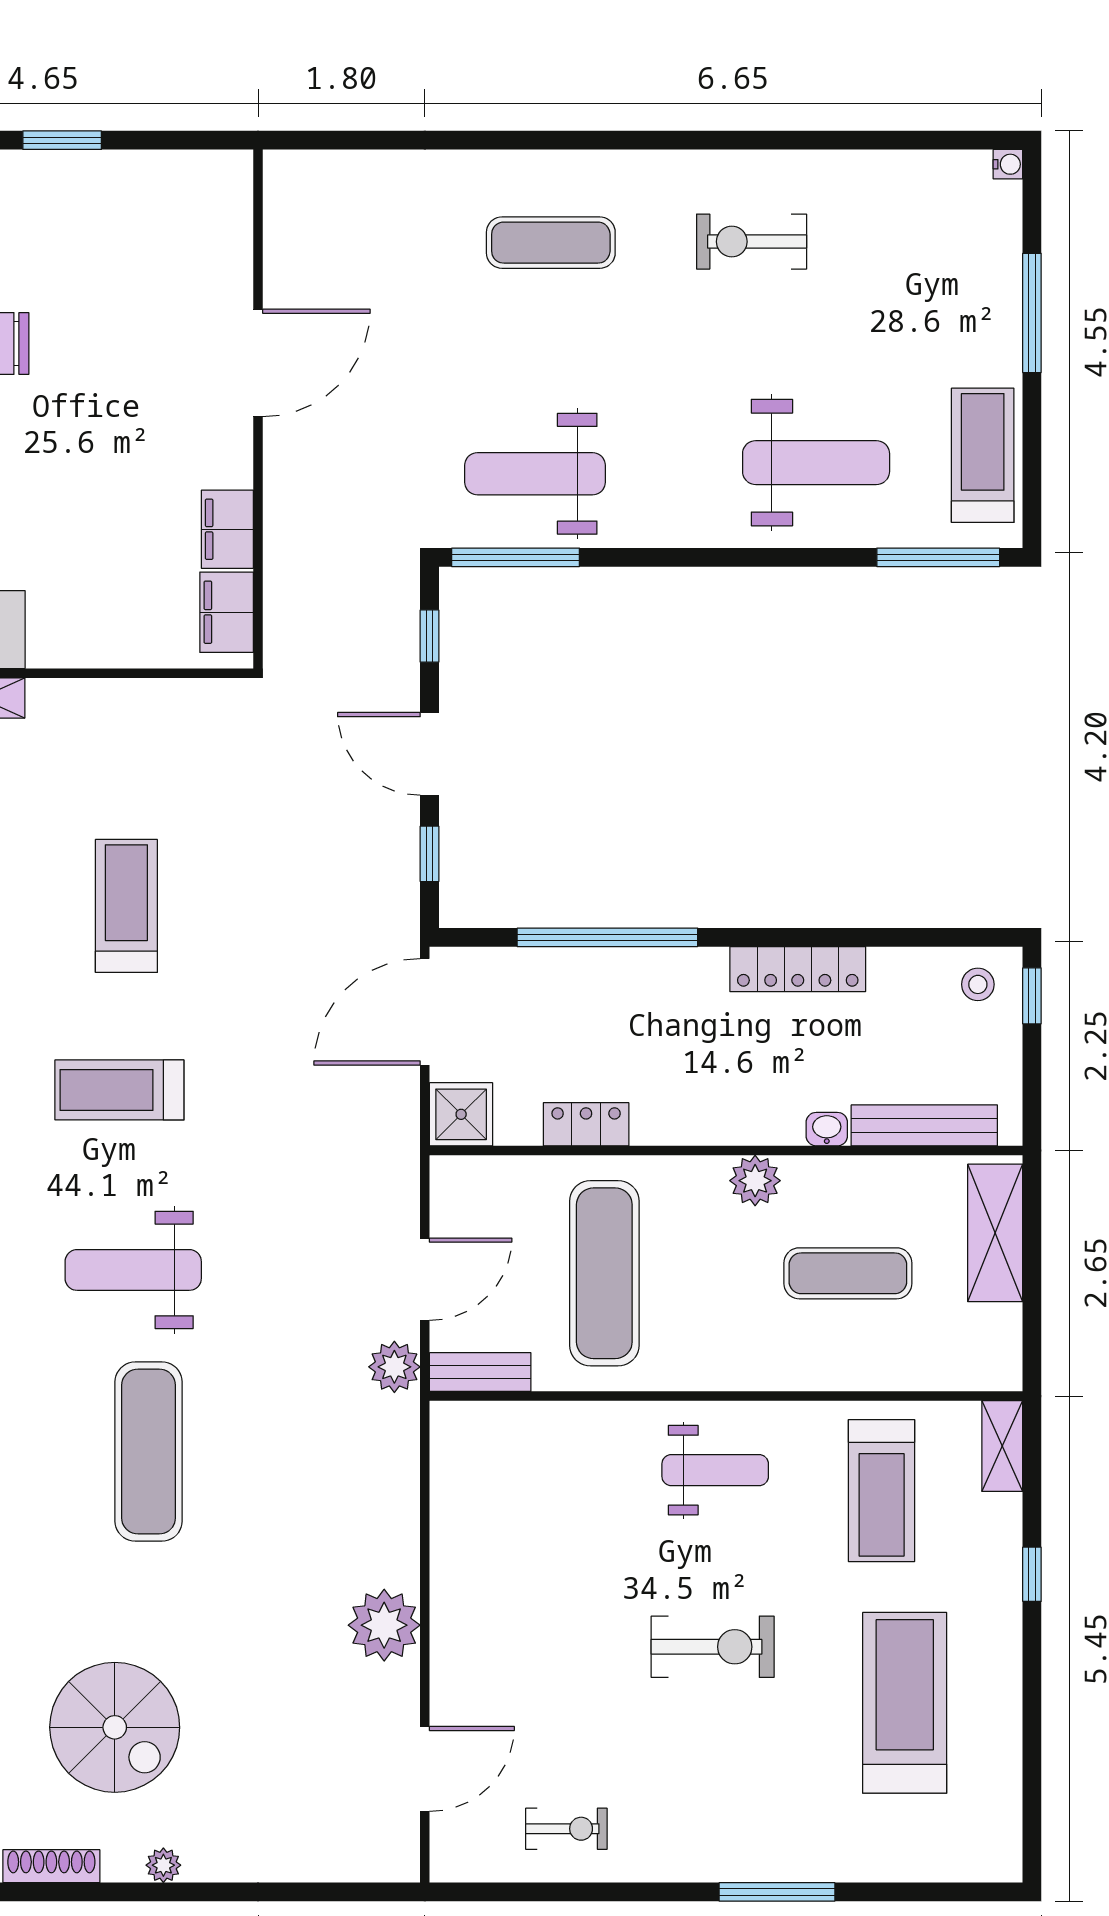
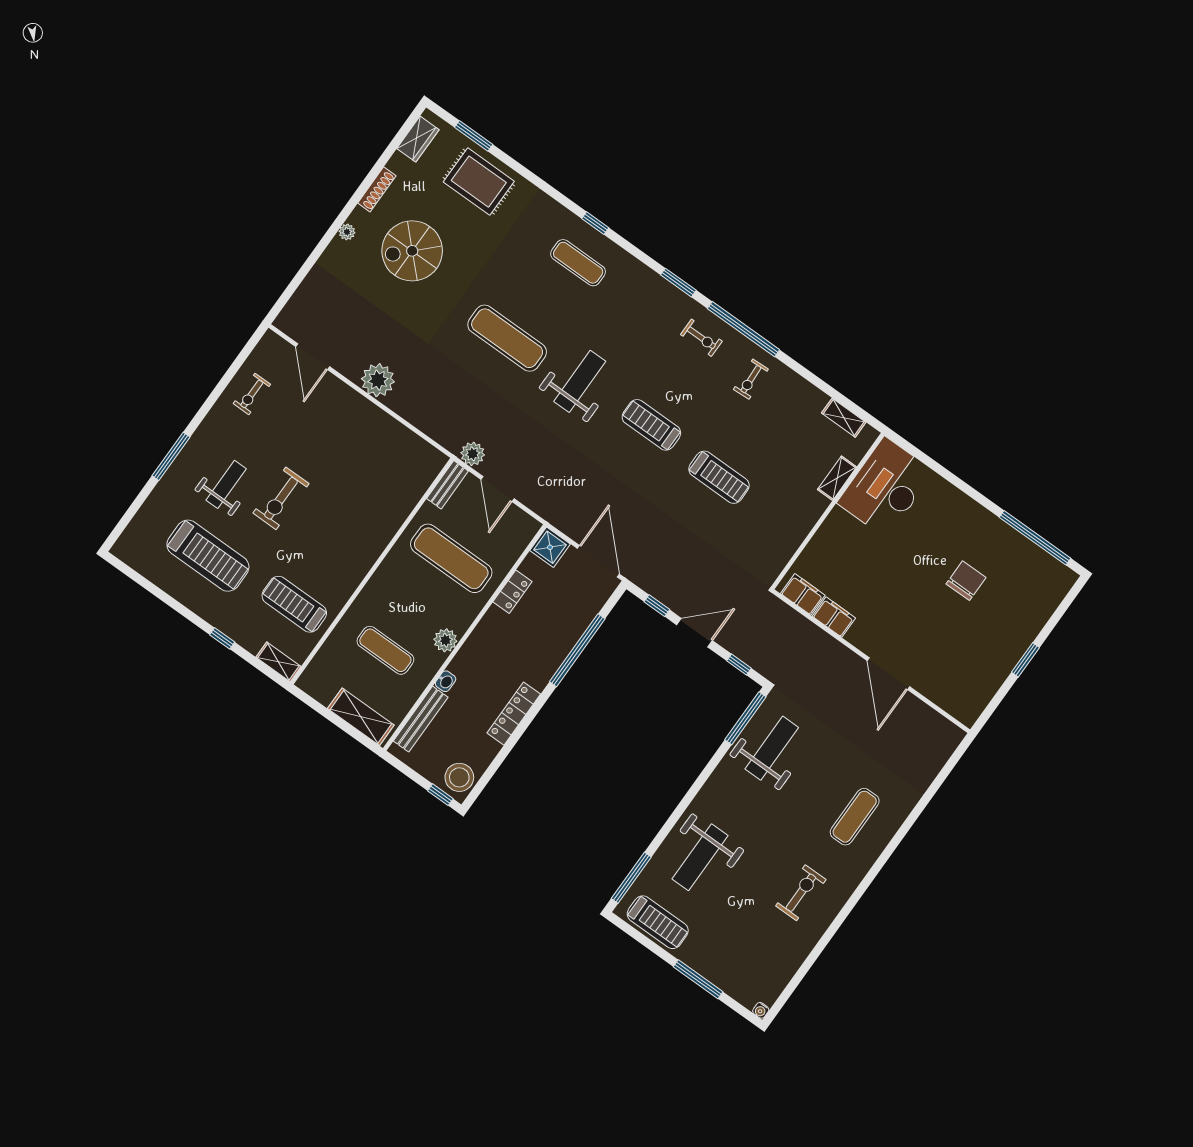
stool: (978, 984) -> (459, 777), width x1.89, depth x1.89
treadmill: (119, 1090) -> (651, 425), turned -90
exercise mat: (848, 1273) -> (385, 650), turned 90
weight bench: (715, 1470) -> (226, 484), moved, turned 180

